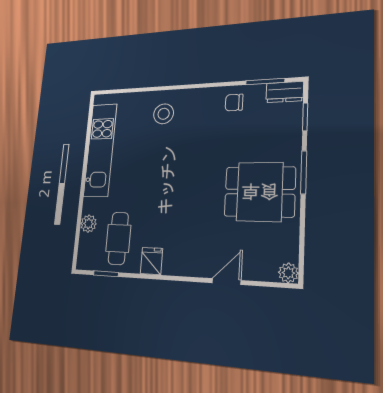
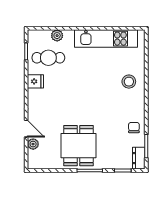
plant: (288, 273) -> (33, 144), moved

